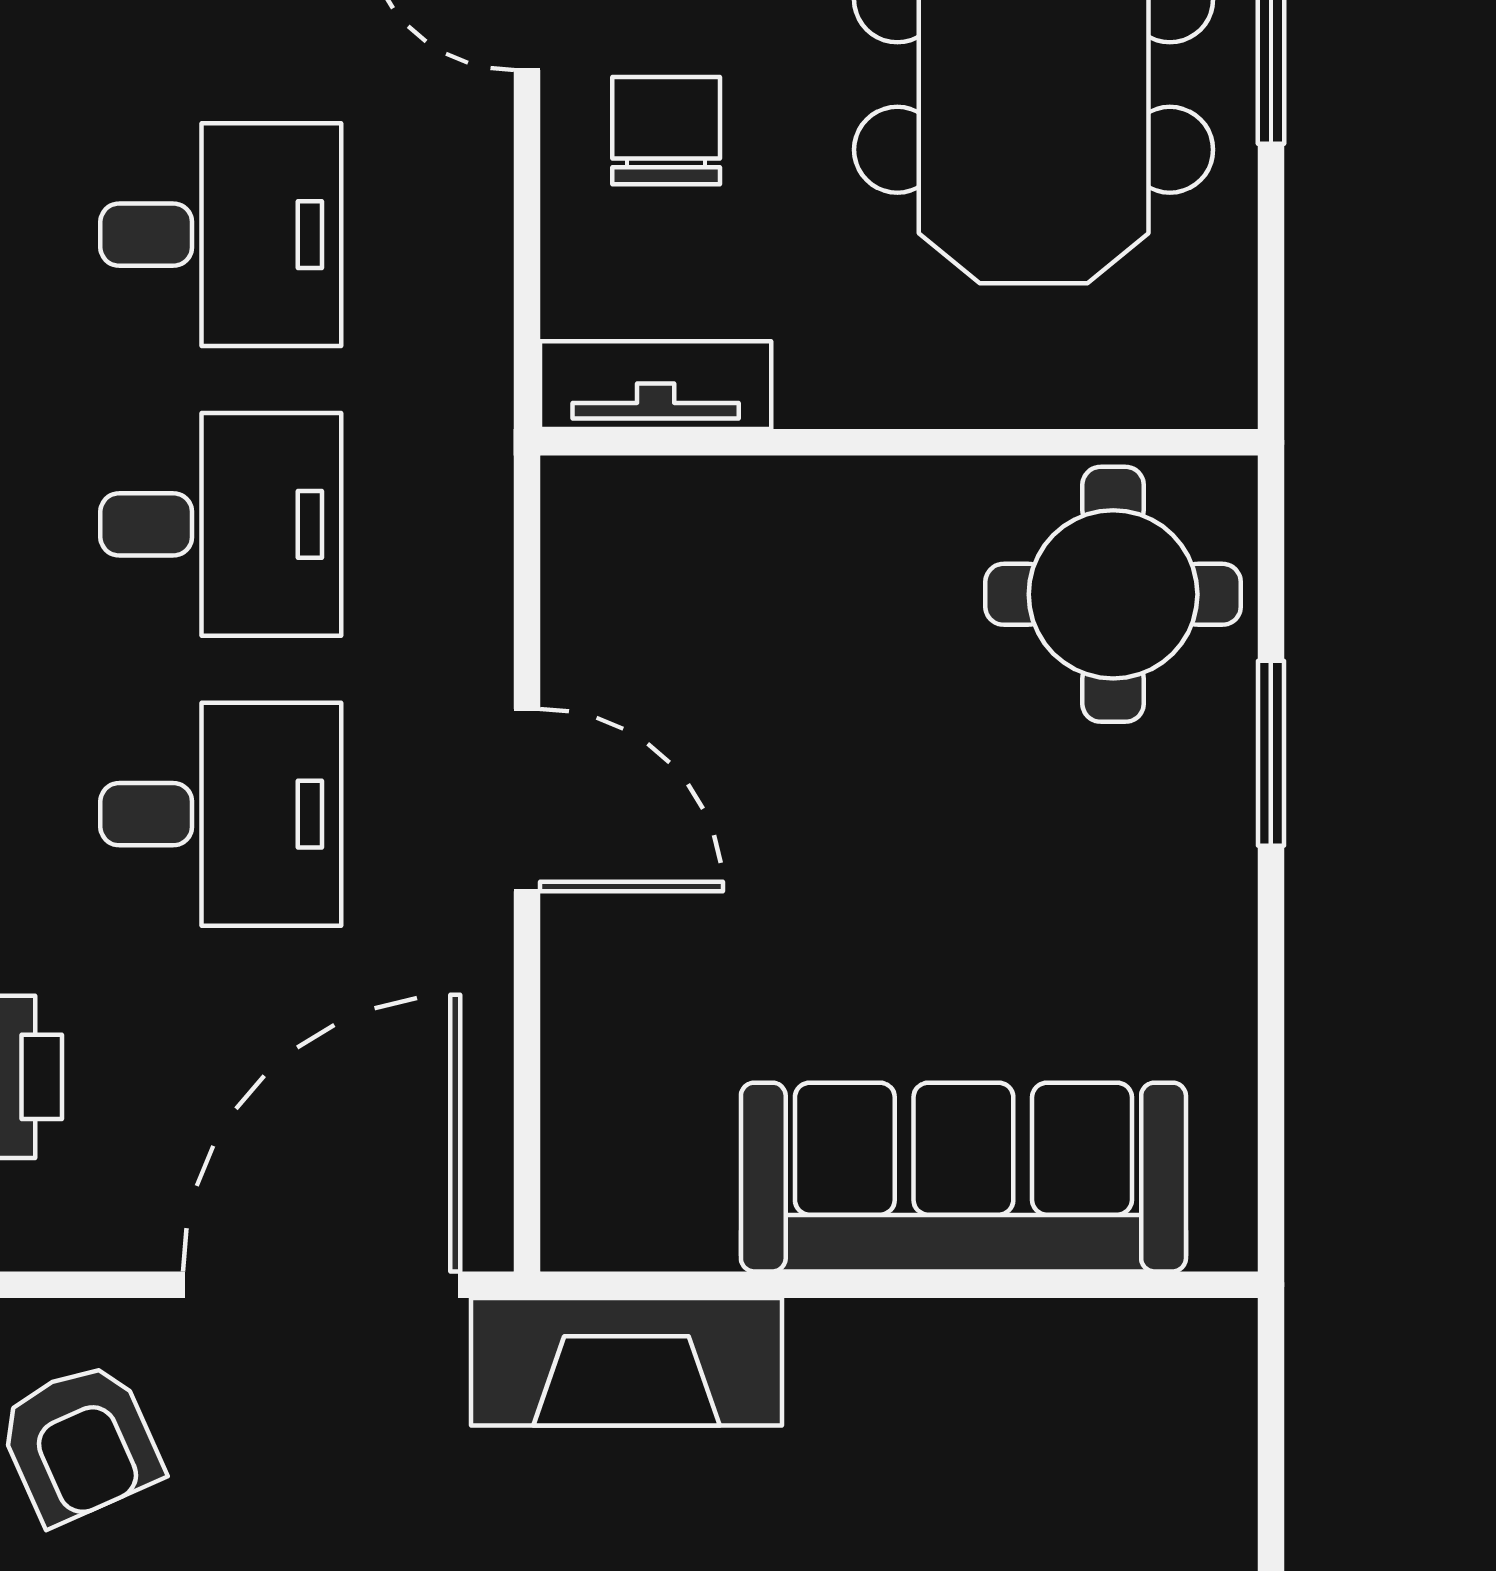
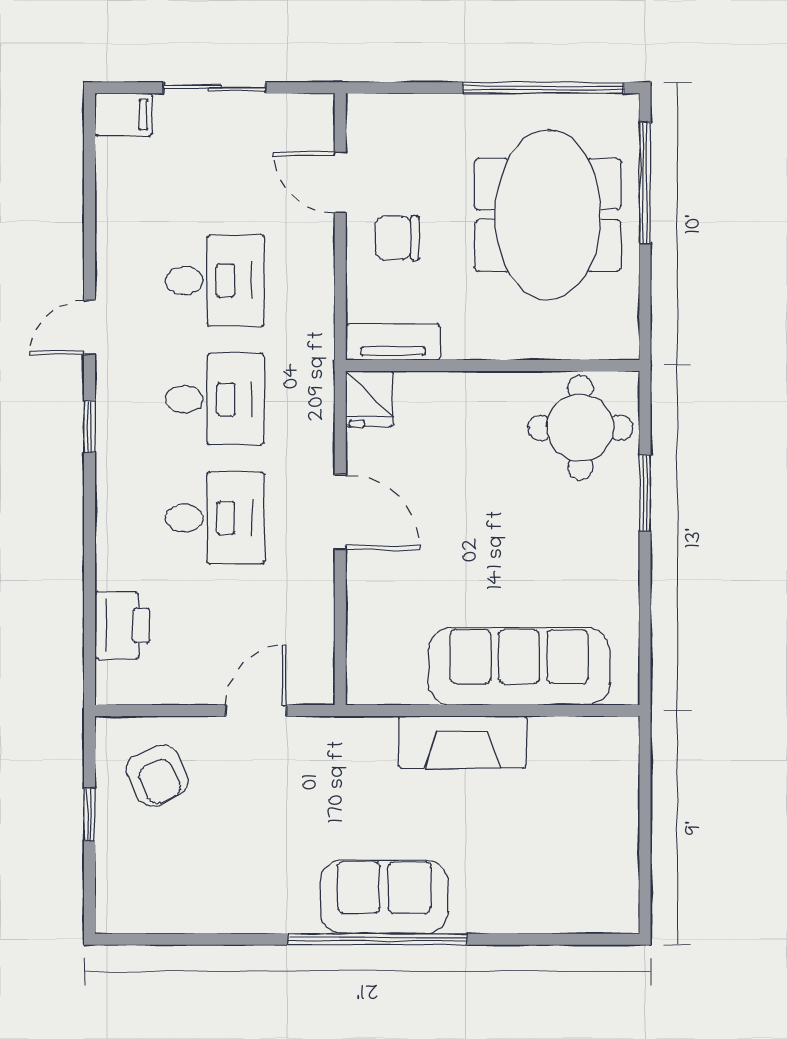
chair: (666, 131) -> (397, 238), turned -90
fridge: (598, 524) -> (369, 399), added
door: (322, 1285) -> (256, 711), width x0.53
fireplace: (627, 1362) -> (462, 742), moved

